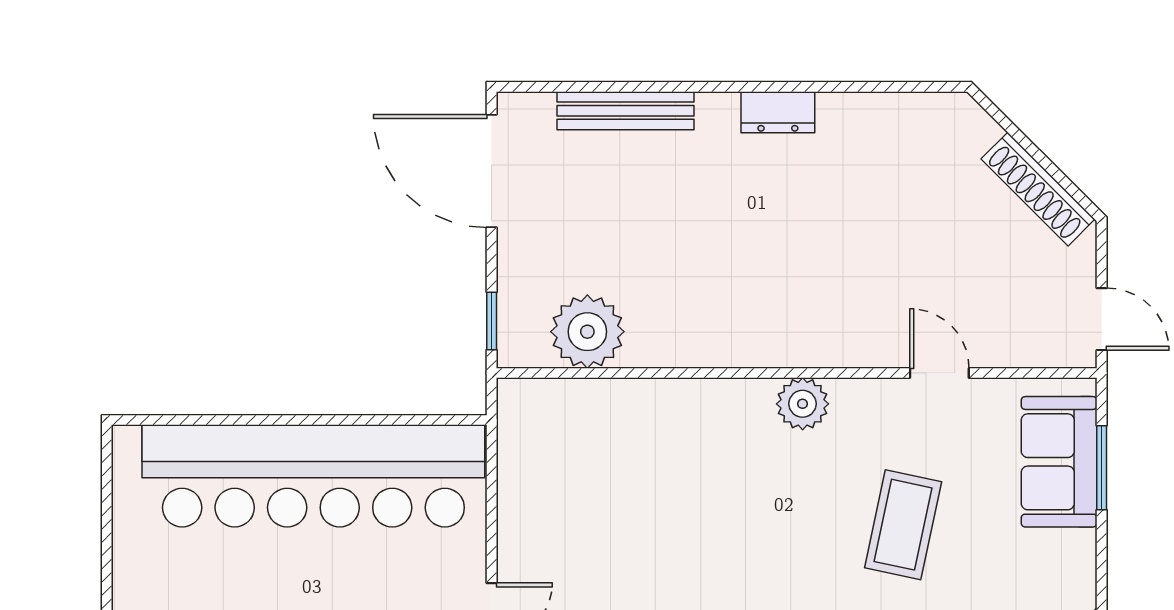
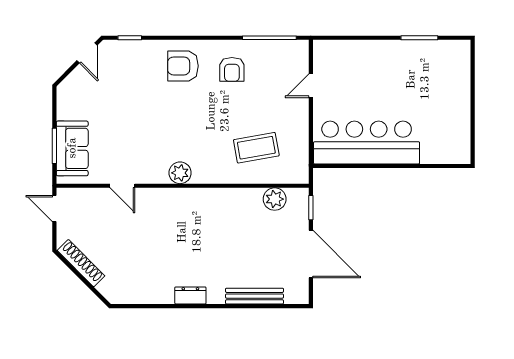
door: (492, 171) -> (311, 254), moved
plant: (587, 332) -> (275, 199), width x0.73, depth x0.73
bar counter: (313, 476) -> (367, 143), width x0.73
coffee table: (903, 525) -> (256, 148), moved, turned 68

